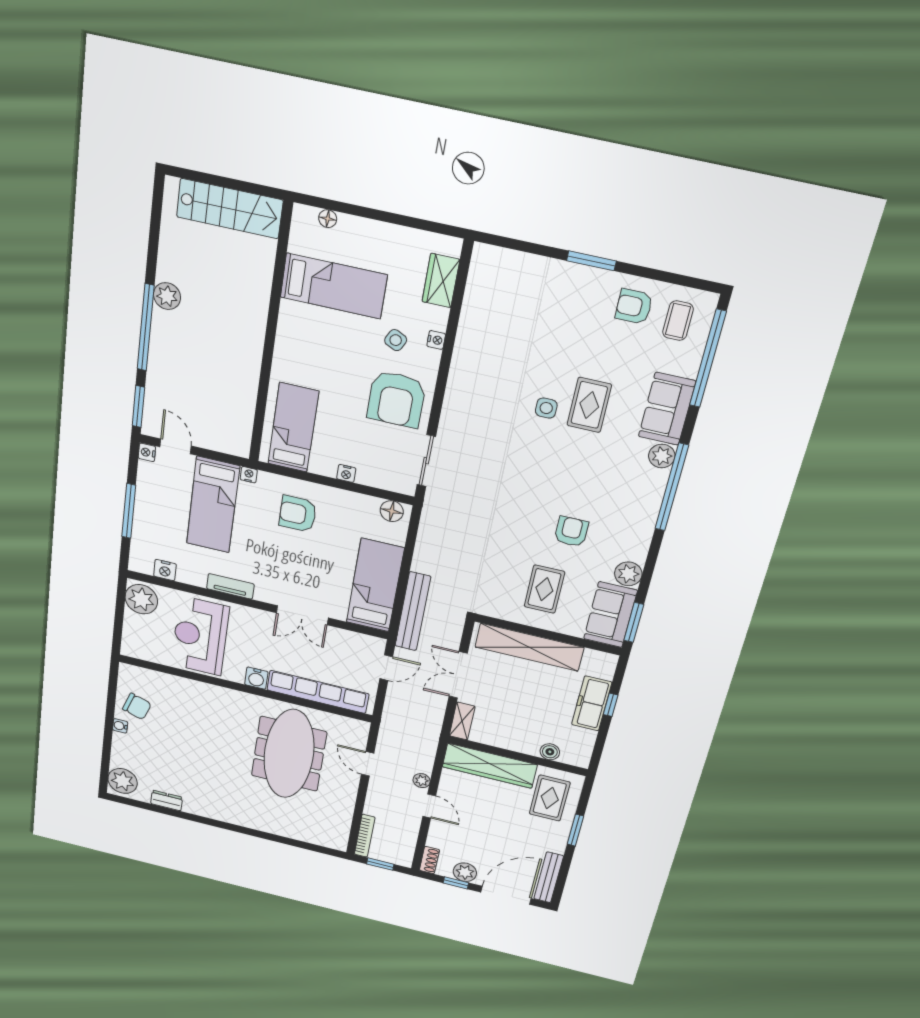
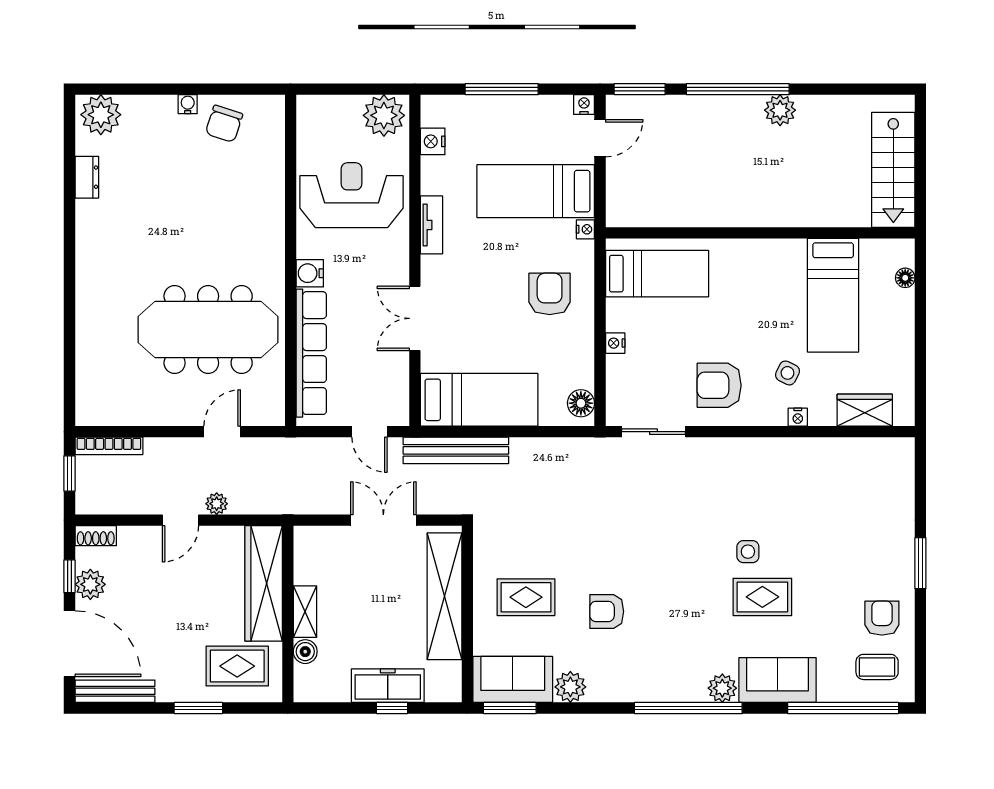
armchair: (396, 399) -> (719, 385), width x0.73, depth x0.73
armchair: (571, 532) -> (607, 611), turned 180
shelving: (462, 721) -> (305, 612), moved, turned 90

